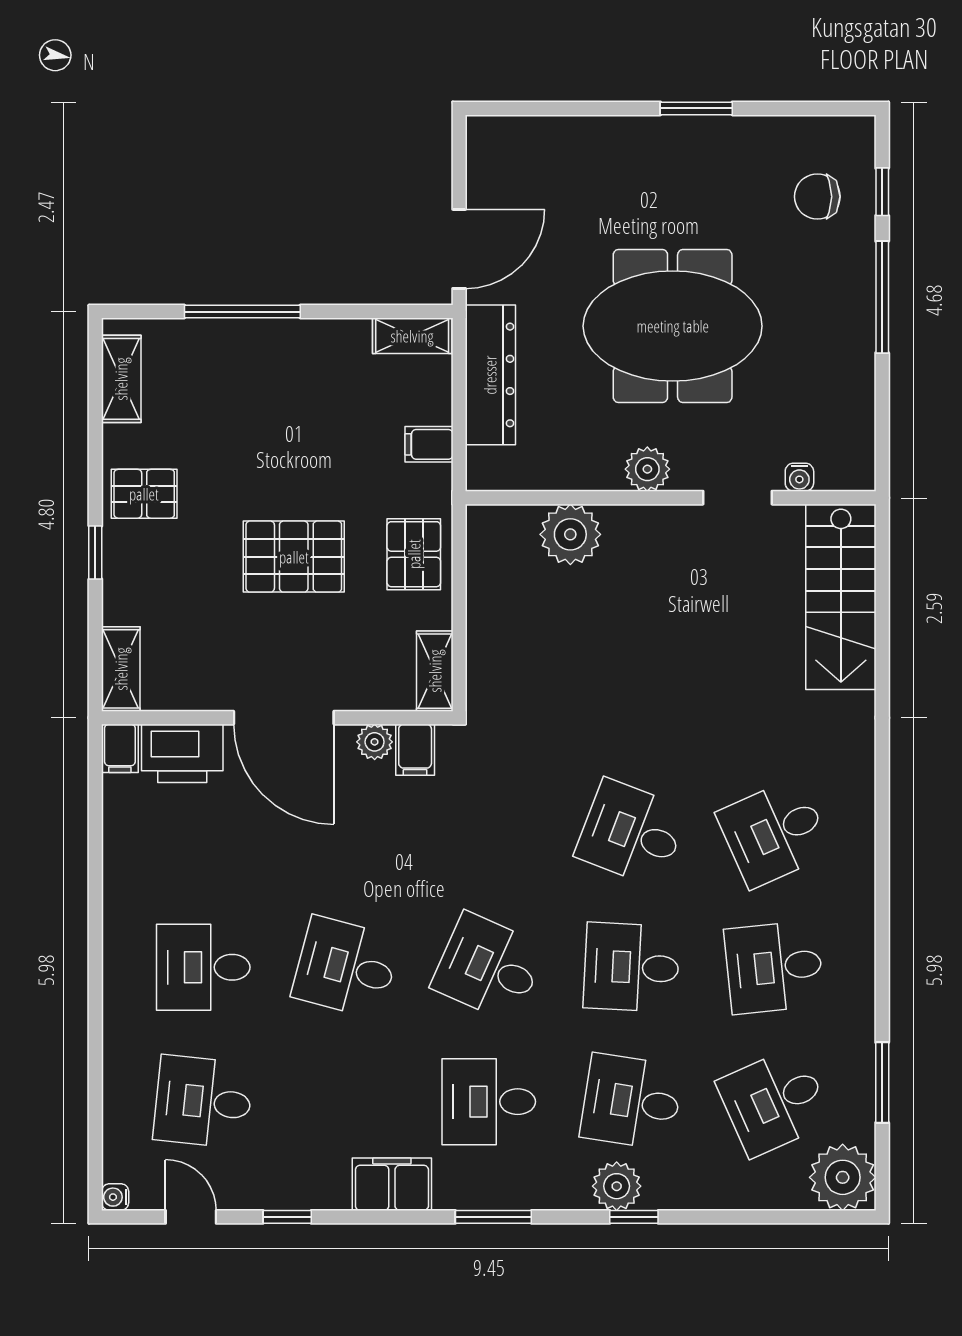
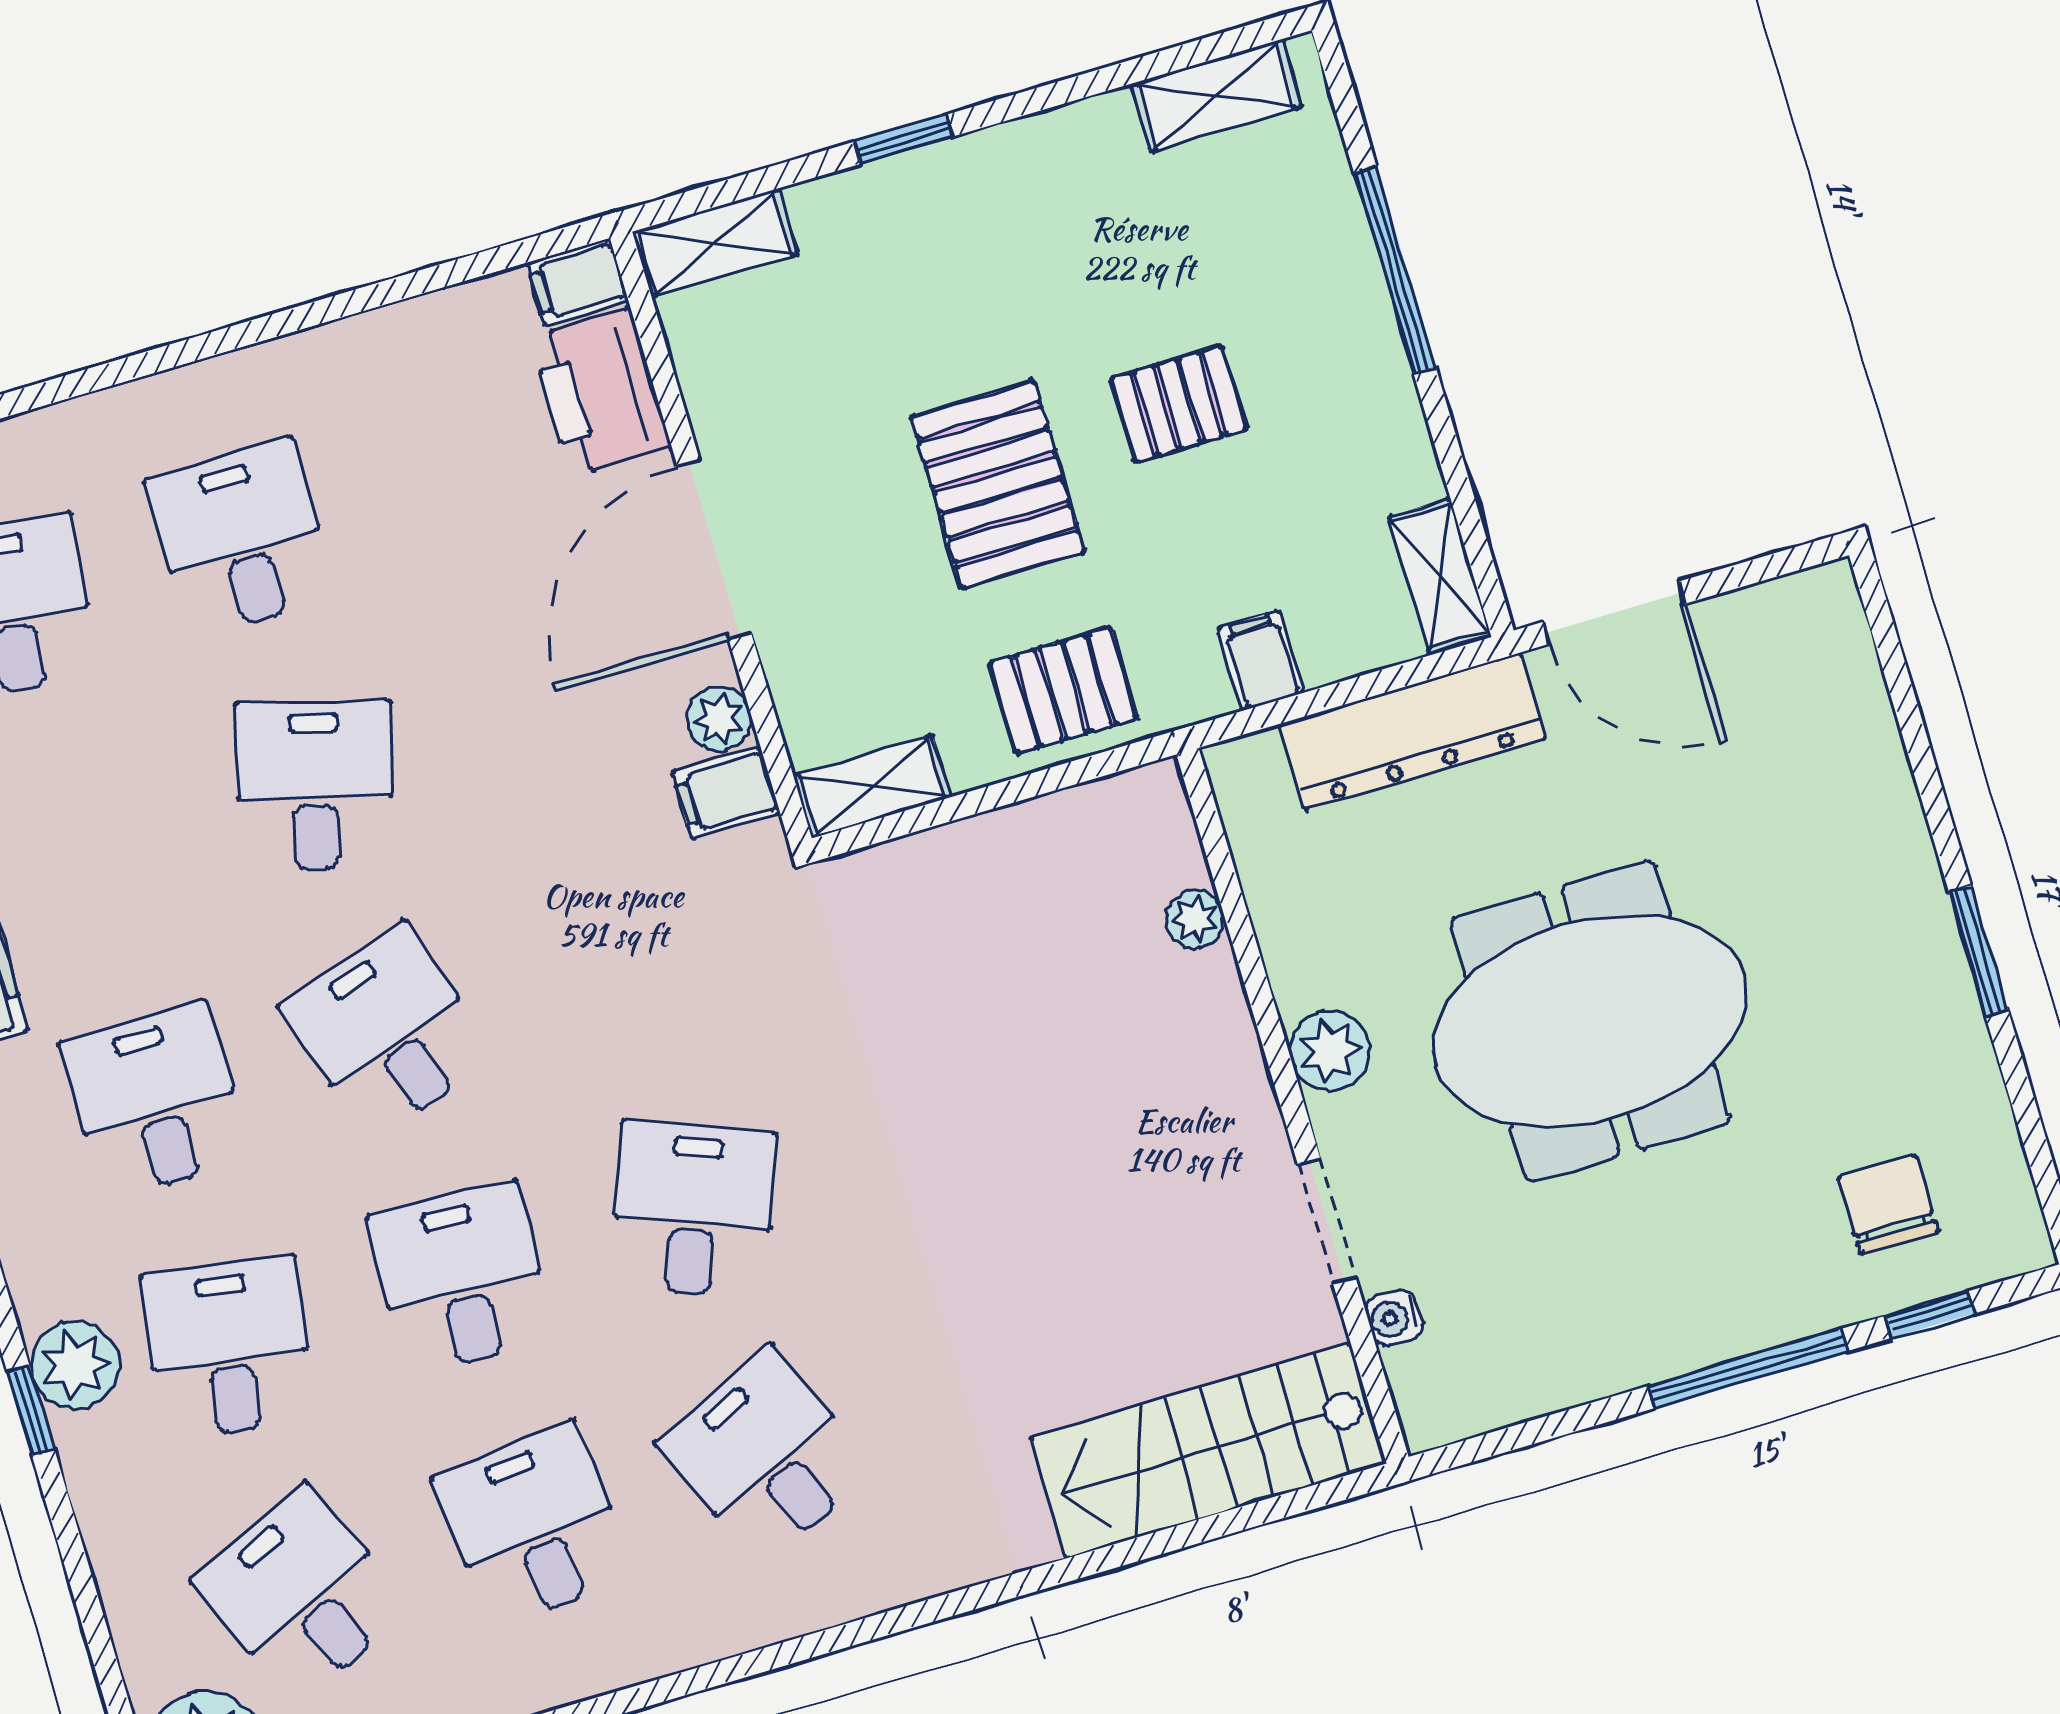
meeting table: (673, 326) -> (1590, 1021), turned 90
pallet: (144, 494) -> (1178, 404), moved, turned 90
plant: (570, 534) -> (1195, 919), width x0.53, depth x0.53
desk: (489, 967) -> (388, 1032), turned -42

